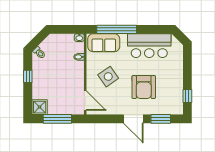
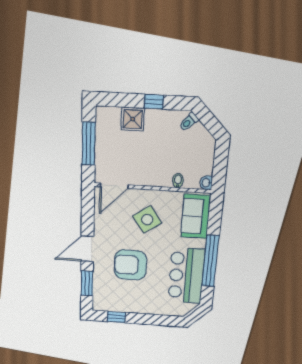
window: (117, 29) -> (210, 261), moved
shower: (40, 107) -> (133, 119), moved

